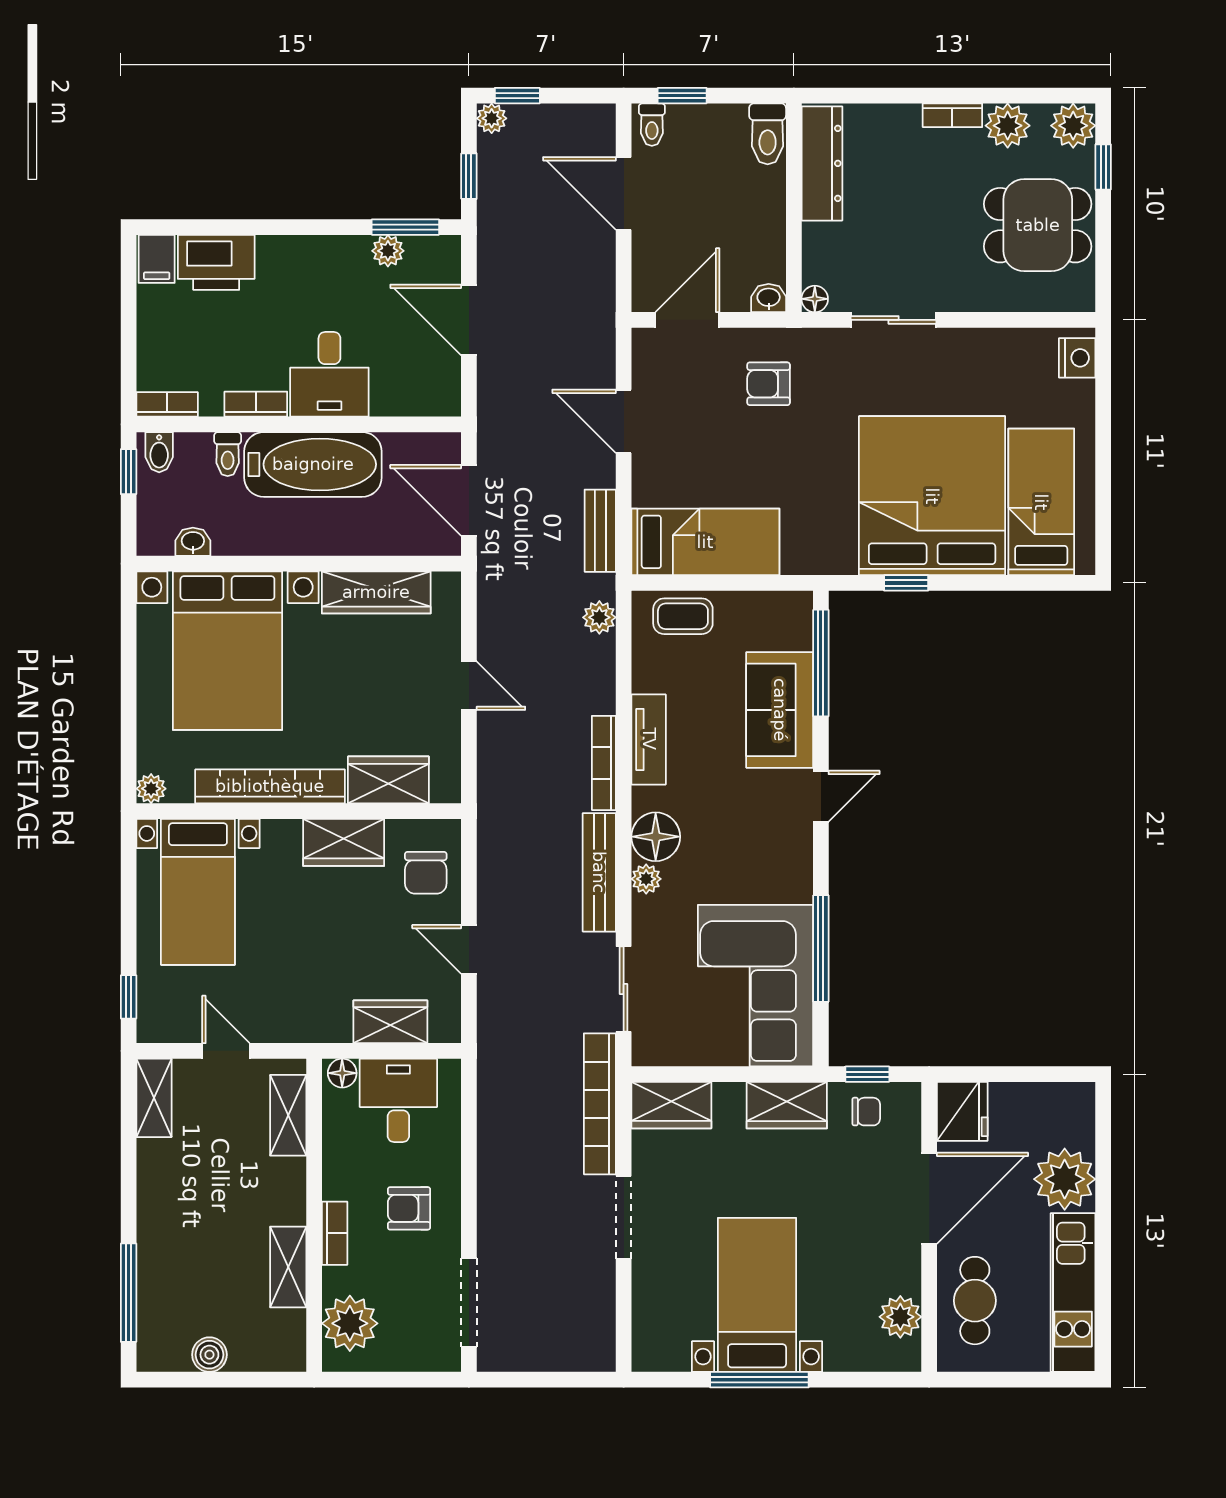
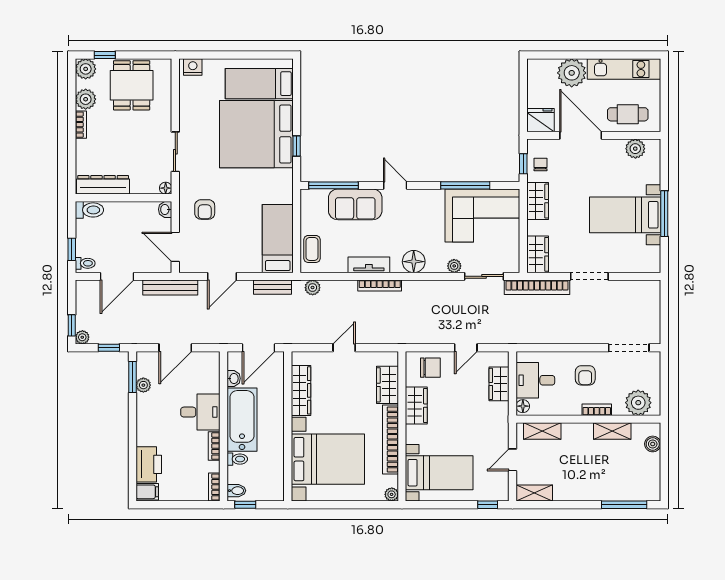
washbasin: (193, 542) -> (234, 378), moved, turned 180
bench: (599, 872) -> (170, 288), moved
plant: (646, 879) -> (454, 266), moved
boiler: (209, 1355) -> (653, 444), moved

